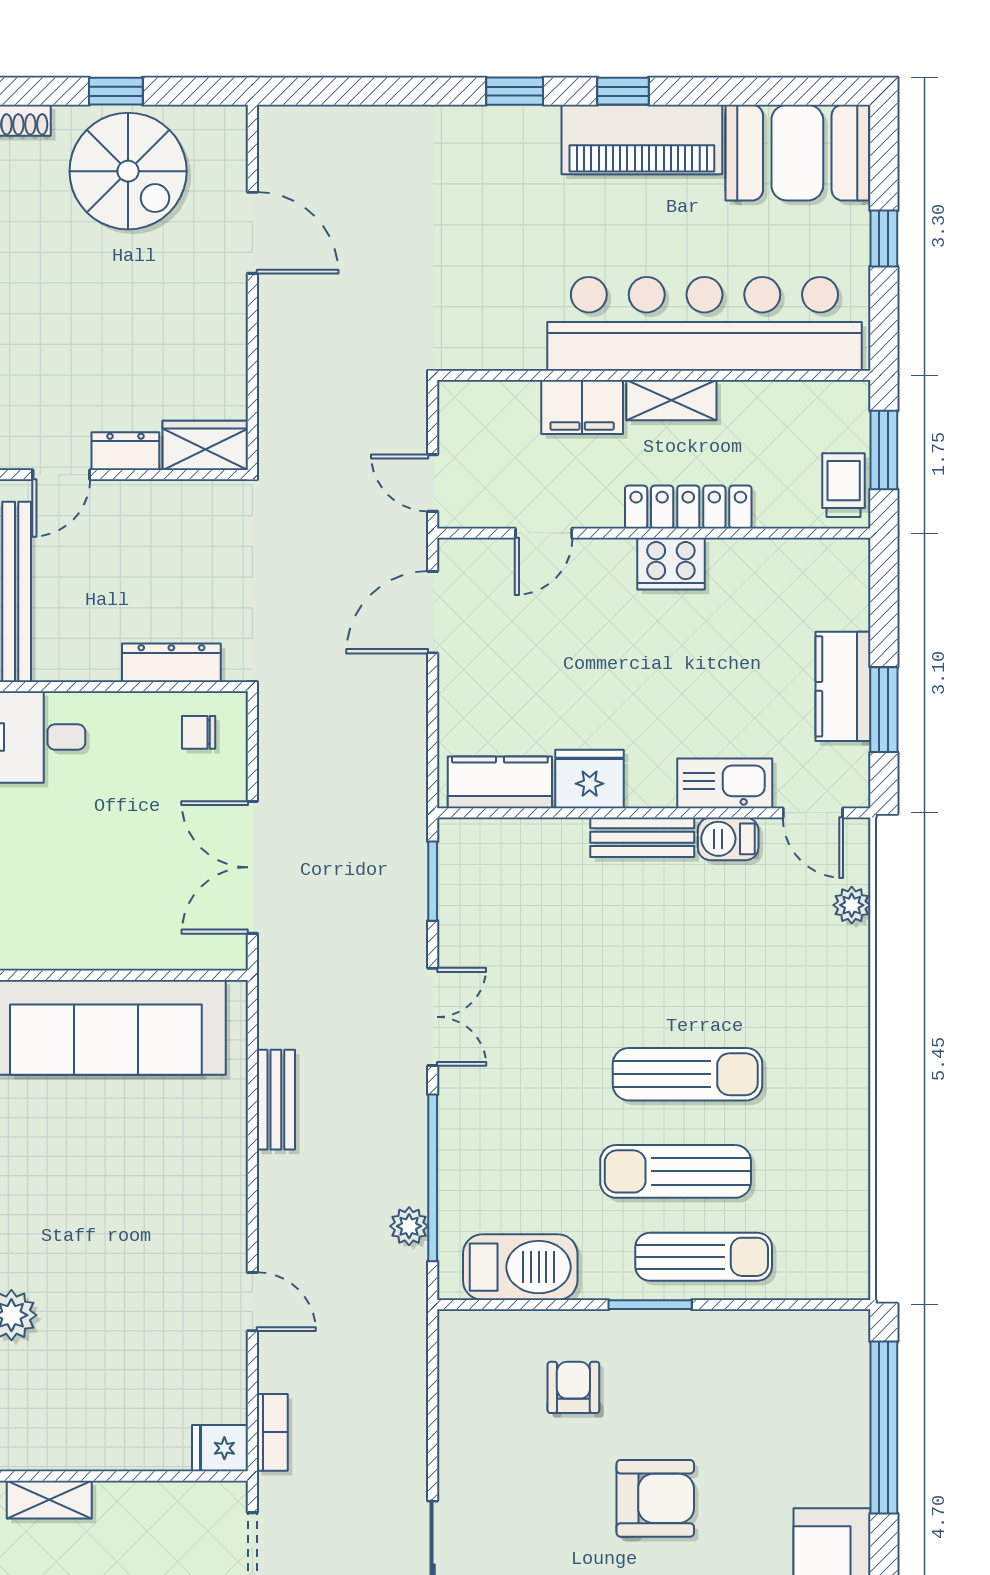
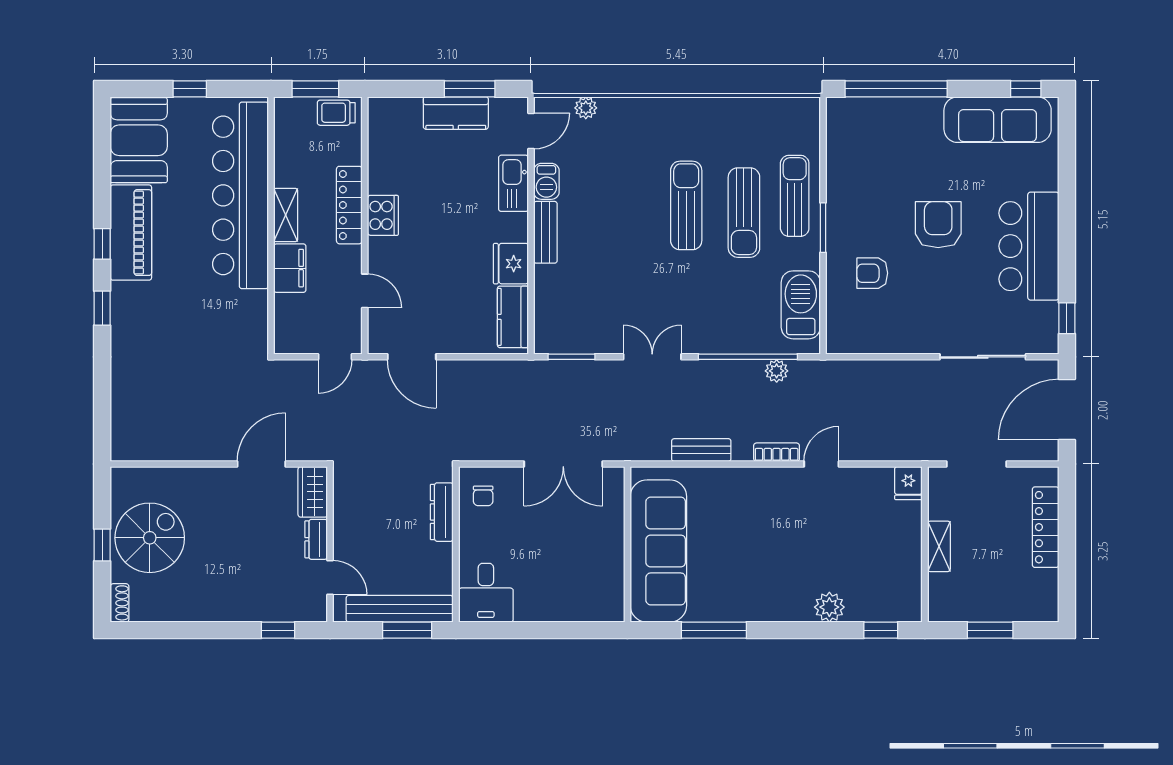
door: (252, 233) -> (261, 464), moved
bookcase: (272, 1432) -> (777, 452), moved
shelving: (49, 1500) -> (939, 546), moved

